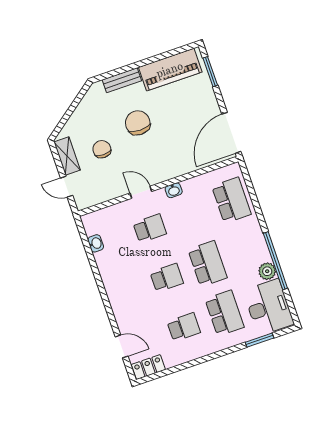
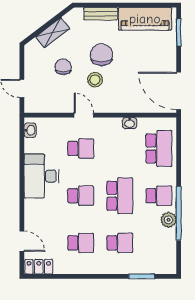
door: (231, 133) -> (179, 91), hinge flipped
stool: (140, 151) -> (95, 80), added
shelving: (67, 156) -> (53, 33), moved, turned 53
washbasin: (174, 190) -> (130, 123), moved
washbasin: (96, 243) -> (30, 130), moved
school desk: (248, 250) -> (159, 196), added
desk: (268, 307) -> (42, 176), moved, turned 180
school desk: (225, 313) -> (120, 243), width x0.54

